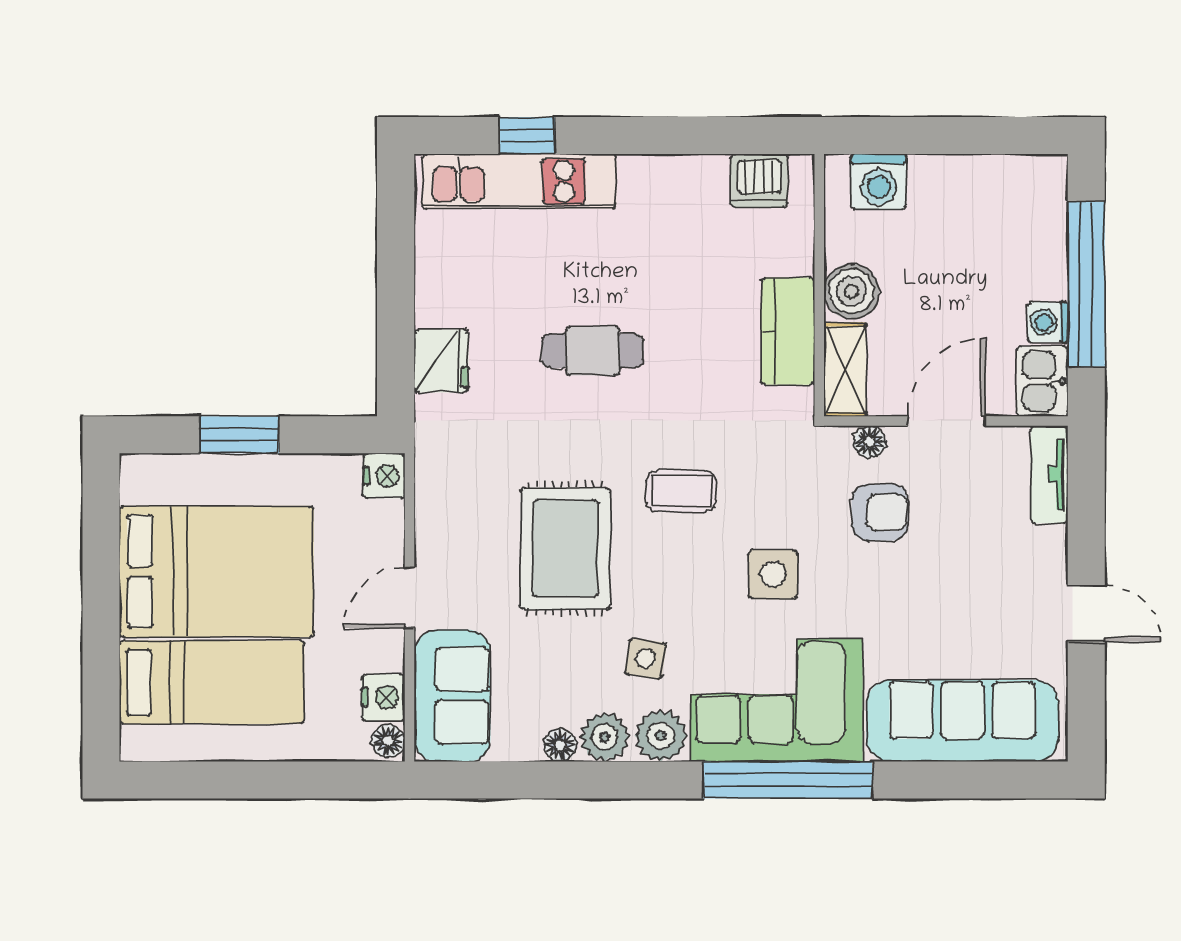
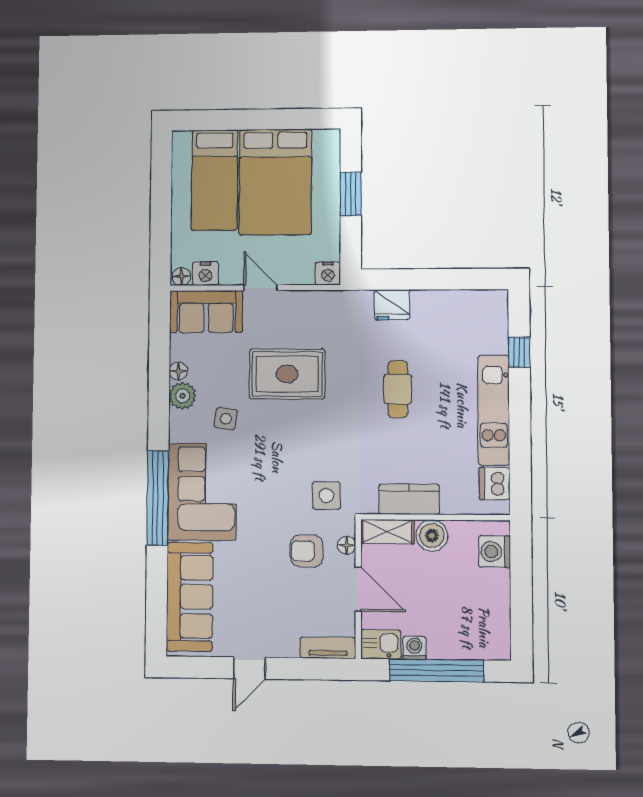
kitchen unit: (519, 181) -> (494, 410), moved
coffee table: (681, 491) -> (319, 439), removed
armchair: (880, 512) -> (307, 551), turned 90
side table: (773, 574) -> (326, 495), moved
plant: (661, 736) -> (183, 427), removed

